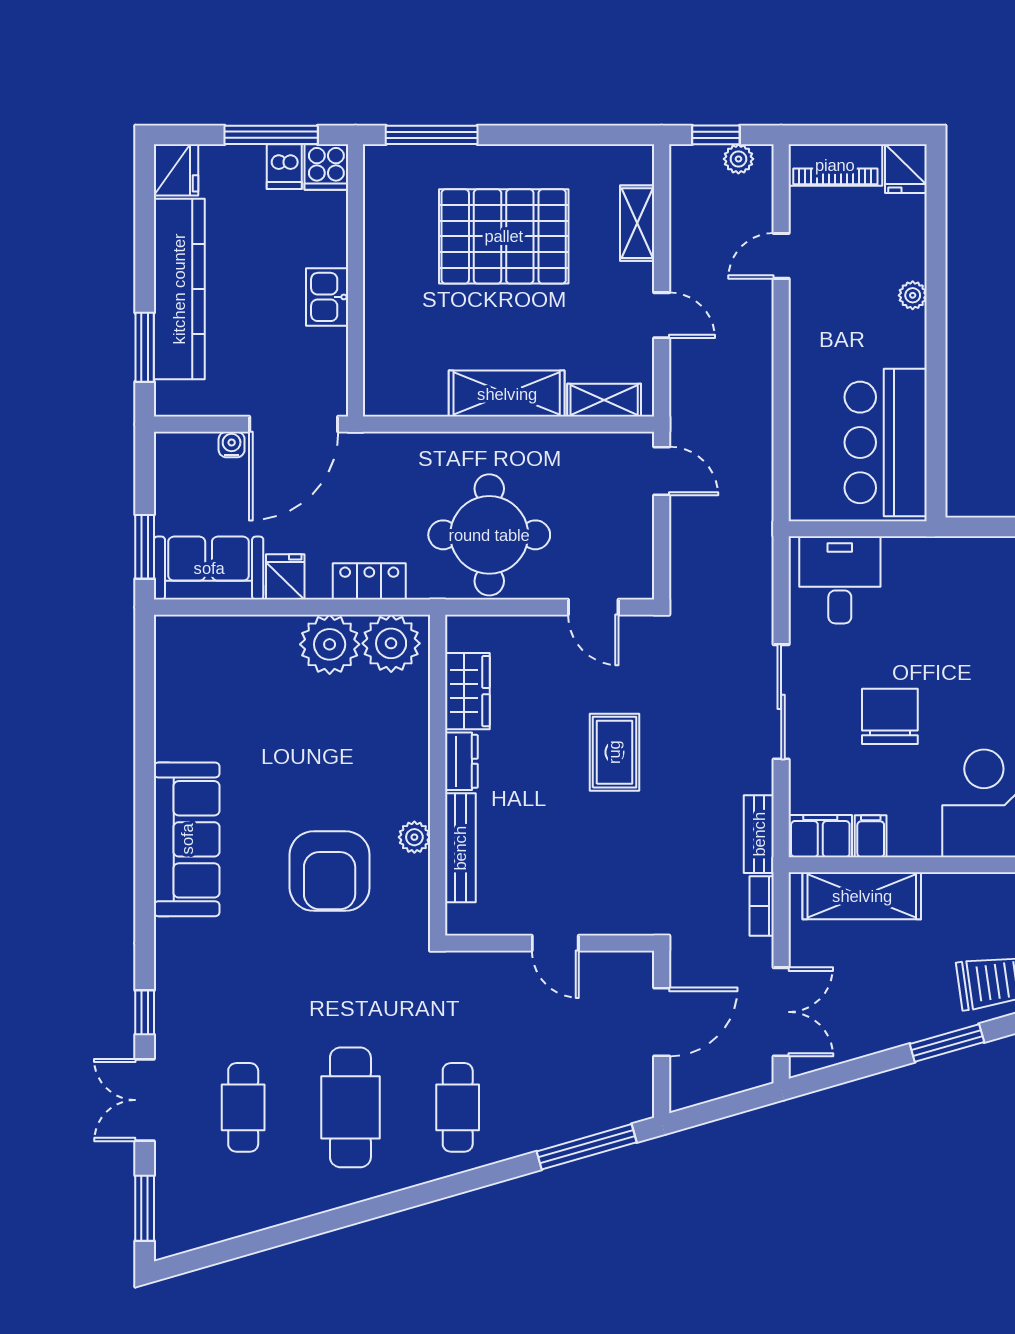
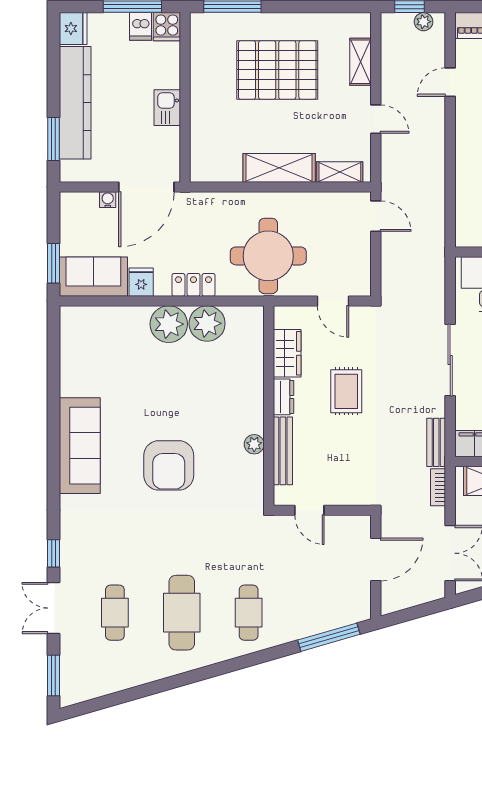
wardrobe: (467, 691) -> (287, 353), moved
dresser: (461, 761) -> (283, 397), moved
wall: (438, 775) -> (269, 406), moved
plant: (414, 837) -> (254, 444), moved
bench: (460, 848) -> (283, 451), moved

